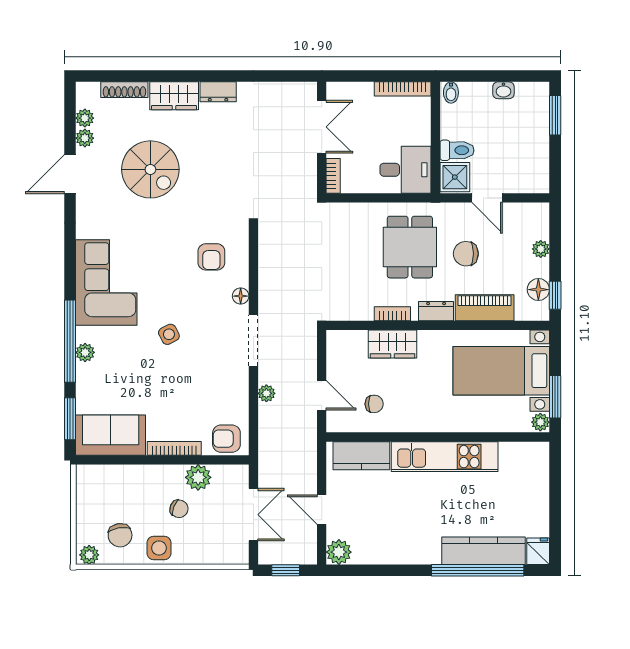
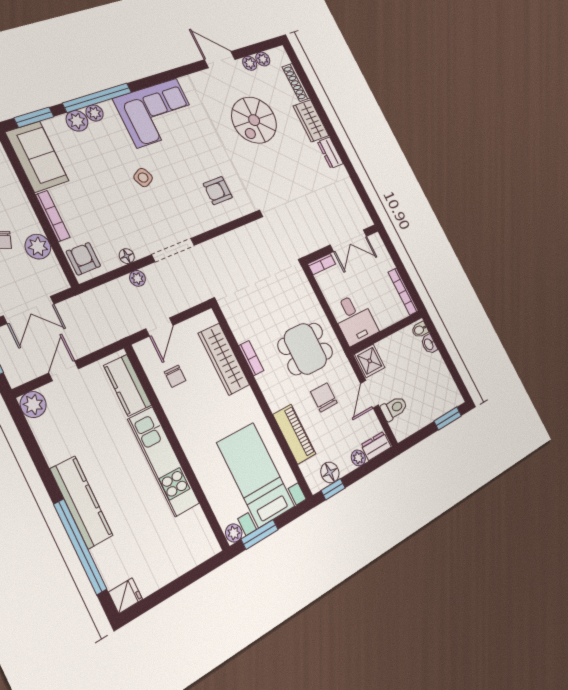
washbasin: (503, 90) -> (429, 344), moved
toilet: (457, 150) -> (394, 408), moved, turned -90
floor lamp: (241, 296) -> (127, 256), moved
dresser: (436, 311) -> (376, 446), moved, turned -90
wardrobe: (392, 344) -> (224, 359), width x1.50
plant: (88, 376) -> (77, 121), added
kitchen counter: (483, 551) -> (81, 502), moved

